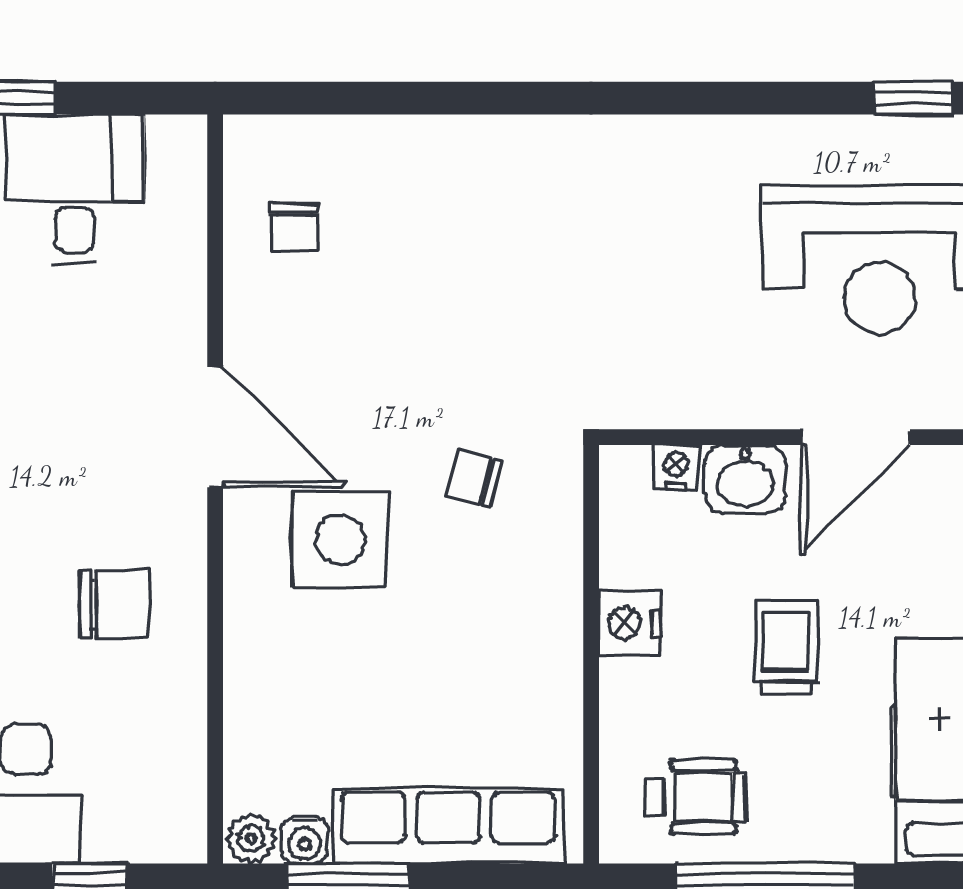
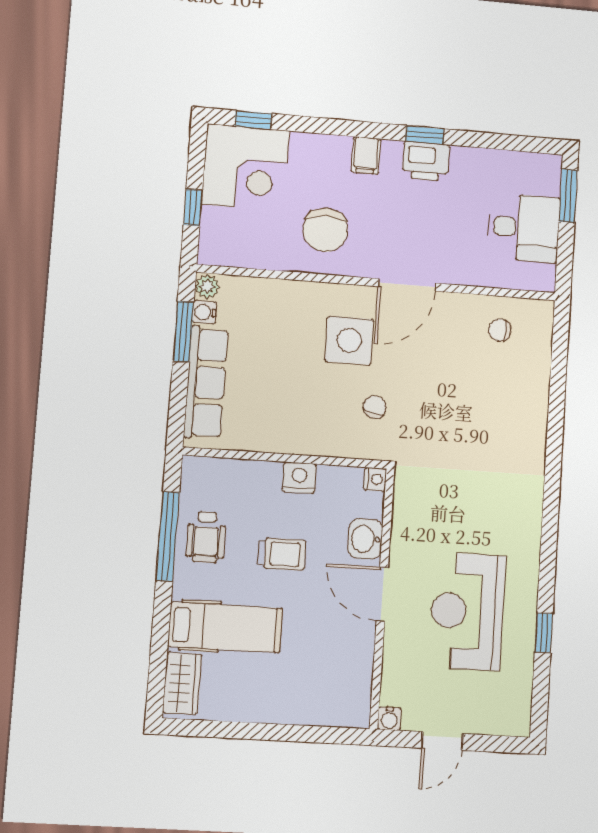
nightstand: (676, 467) -> (375, 479), moved
chair: (114, 605) -> (325, 230), width x1.37, depth x1.37
wheelchair: (695, 797) -> (206, 537), moved

